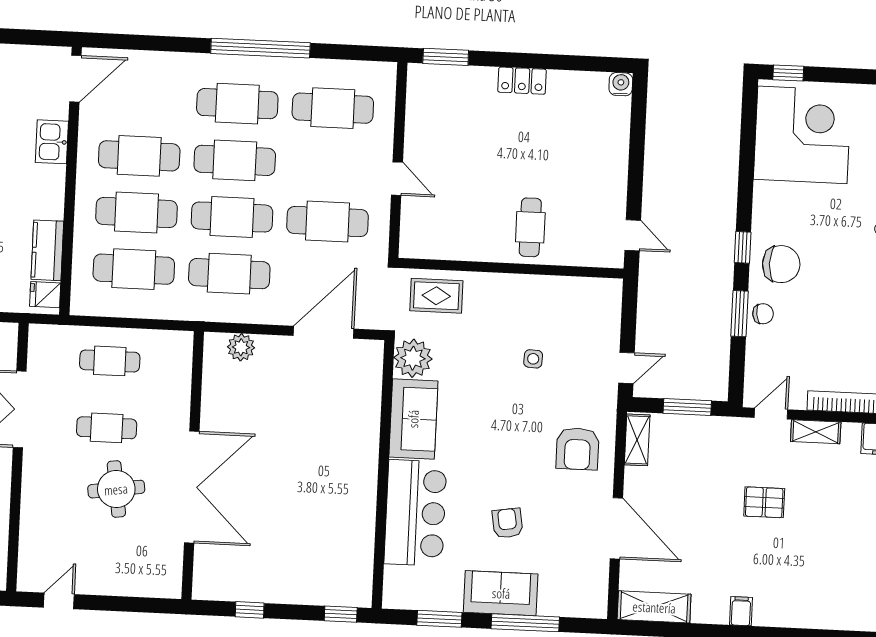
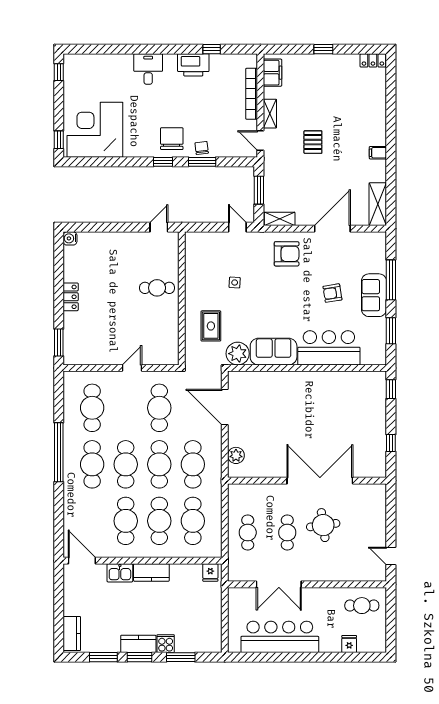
kitchen counter: (47, 250) -> (151, 573), moved
rug: (436, 296) -> (211, 326), moved

